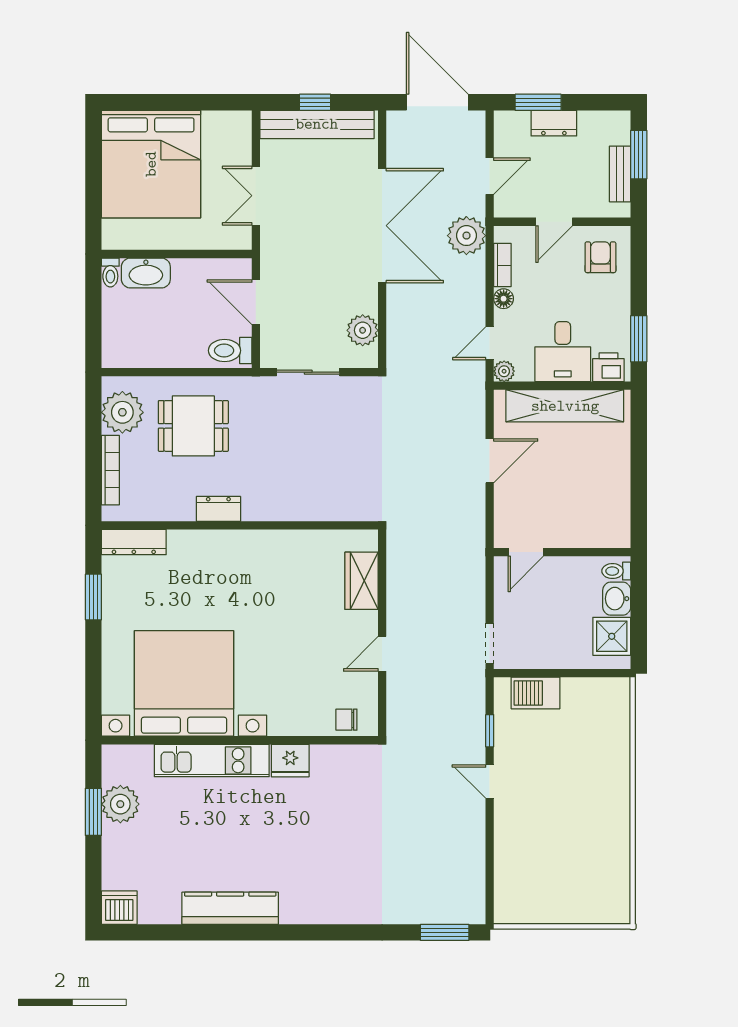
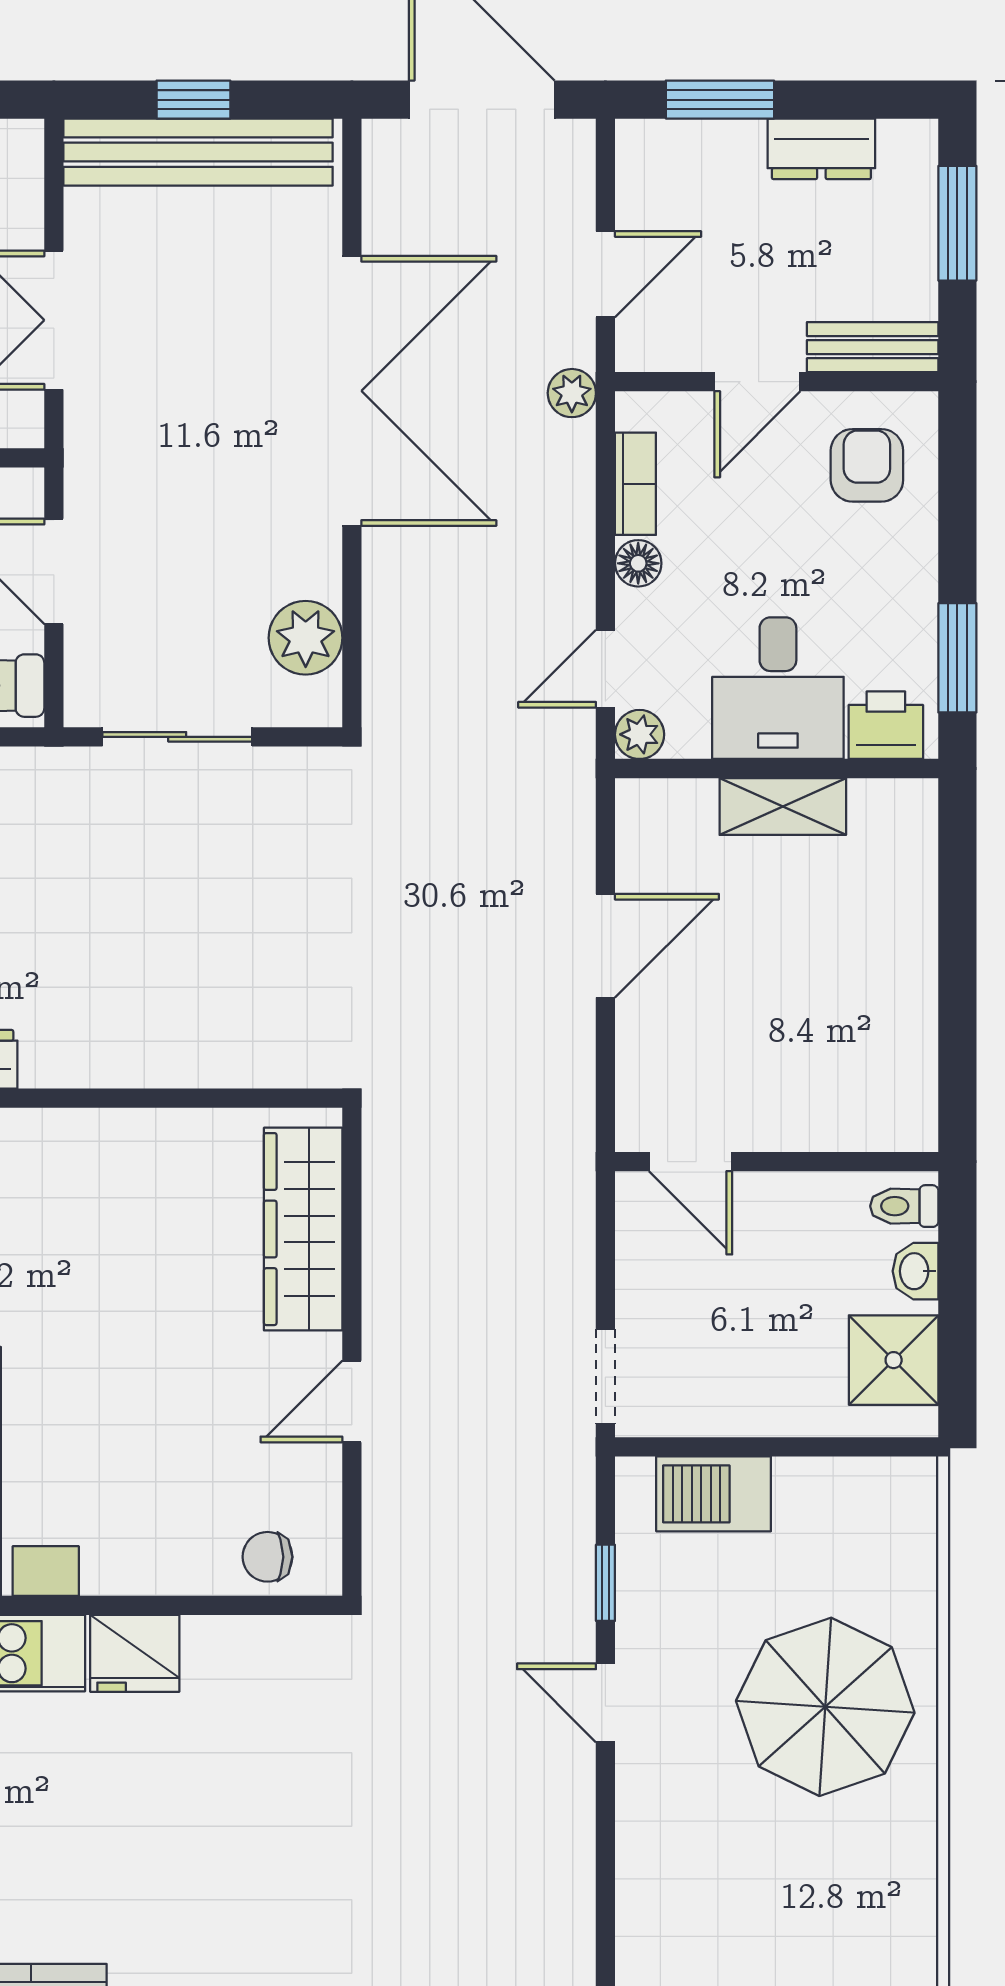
dresser: (554, 123) -> (821, 149), moved
bench: (620, 174) -> (873, 347), moved, turned 90
plant: (466, 236) -> (572, 393), width x0.53, depth x0.53
shelving: (565, 406) -> (783, 806), width x0.45, depth x0.75
door: (526, 552) -> (691, 1162), hinge flipped
wardrobe: (362, 581) -> (303, 1229), width x1.50
washbasin: (617, 599) -> (915, 1271), width x0.72, depth x0.69
parasol: (583, 783) -> (825, 1707), added

